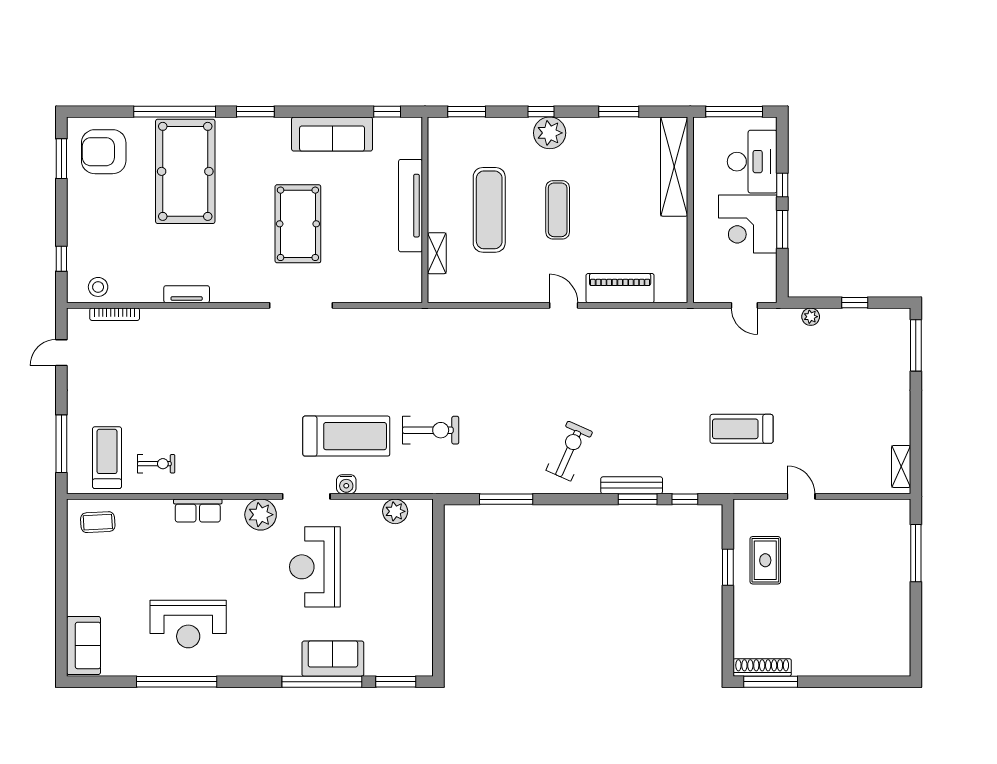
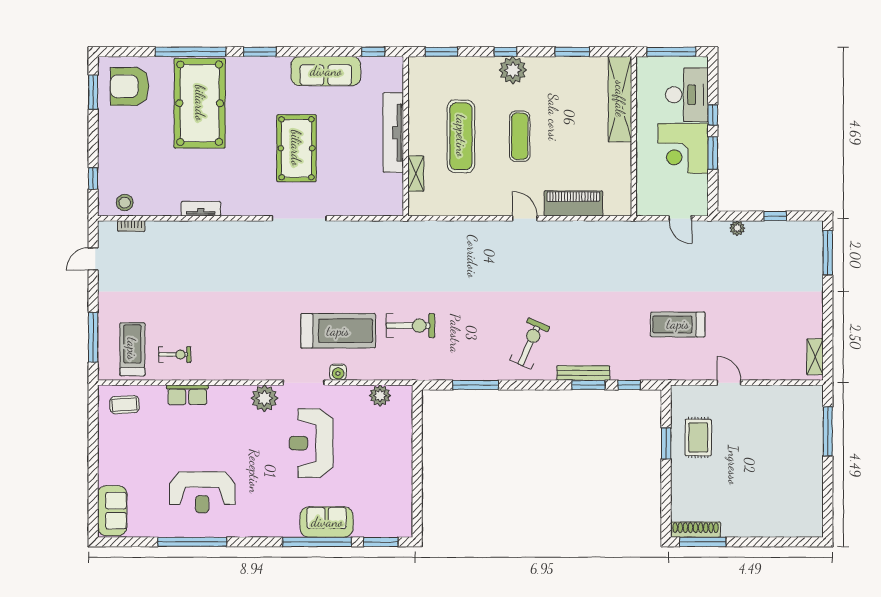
bookcase: (115, 314) -> (131, 226), width x0.64
row of seats: (198, 511) -> (187, 395), moved

